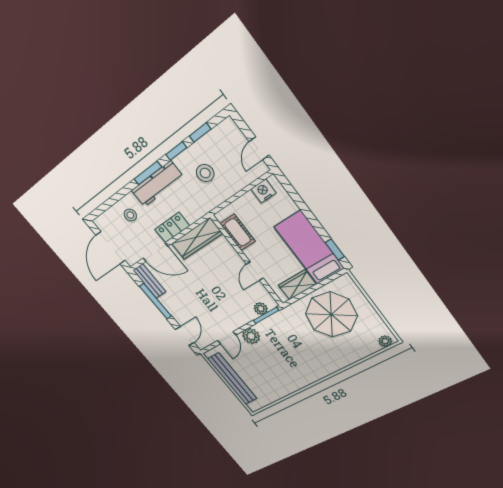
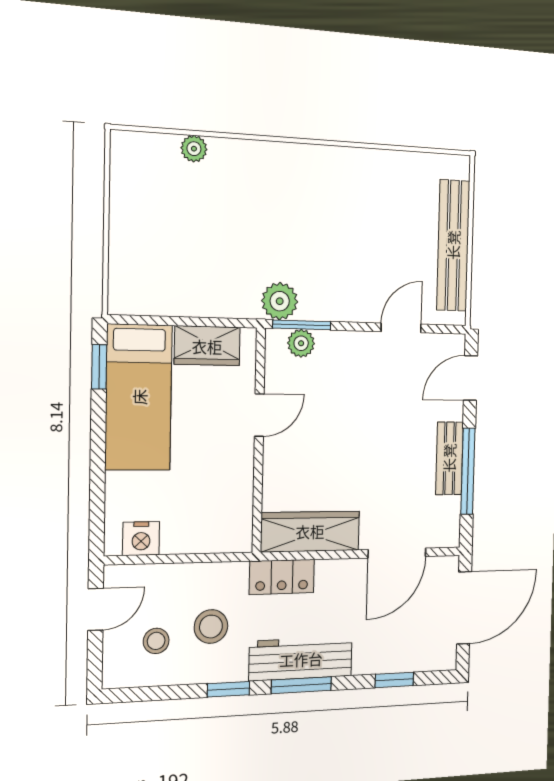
window: (200, 132) -> (394, 680), moved
stool: (130, 215) -> (156, 641), moved
locker: (172, 228) -> (282, 577), moved
cot: (238, 232) -> (236, 499), removed
door: (155, 252) -> (397, 553), swing flipped
bench: (150, 281) -> (449, 458), moved
parasol: (331, 315) -> (190, 255), removed
plant: (251, 336) -> (280, 301), moved
plant: (385, 341) -> (194, 149), moved

